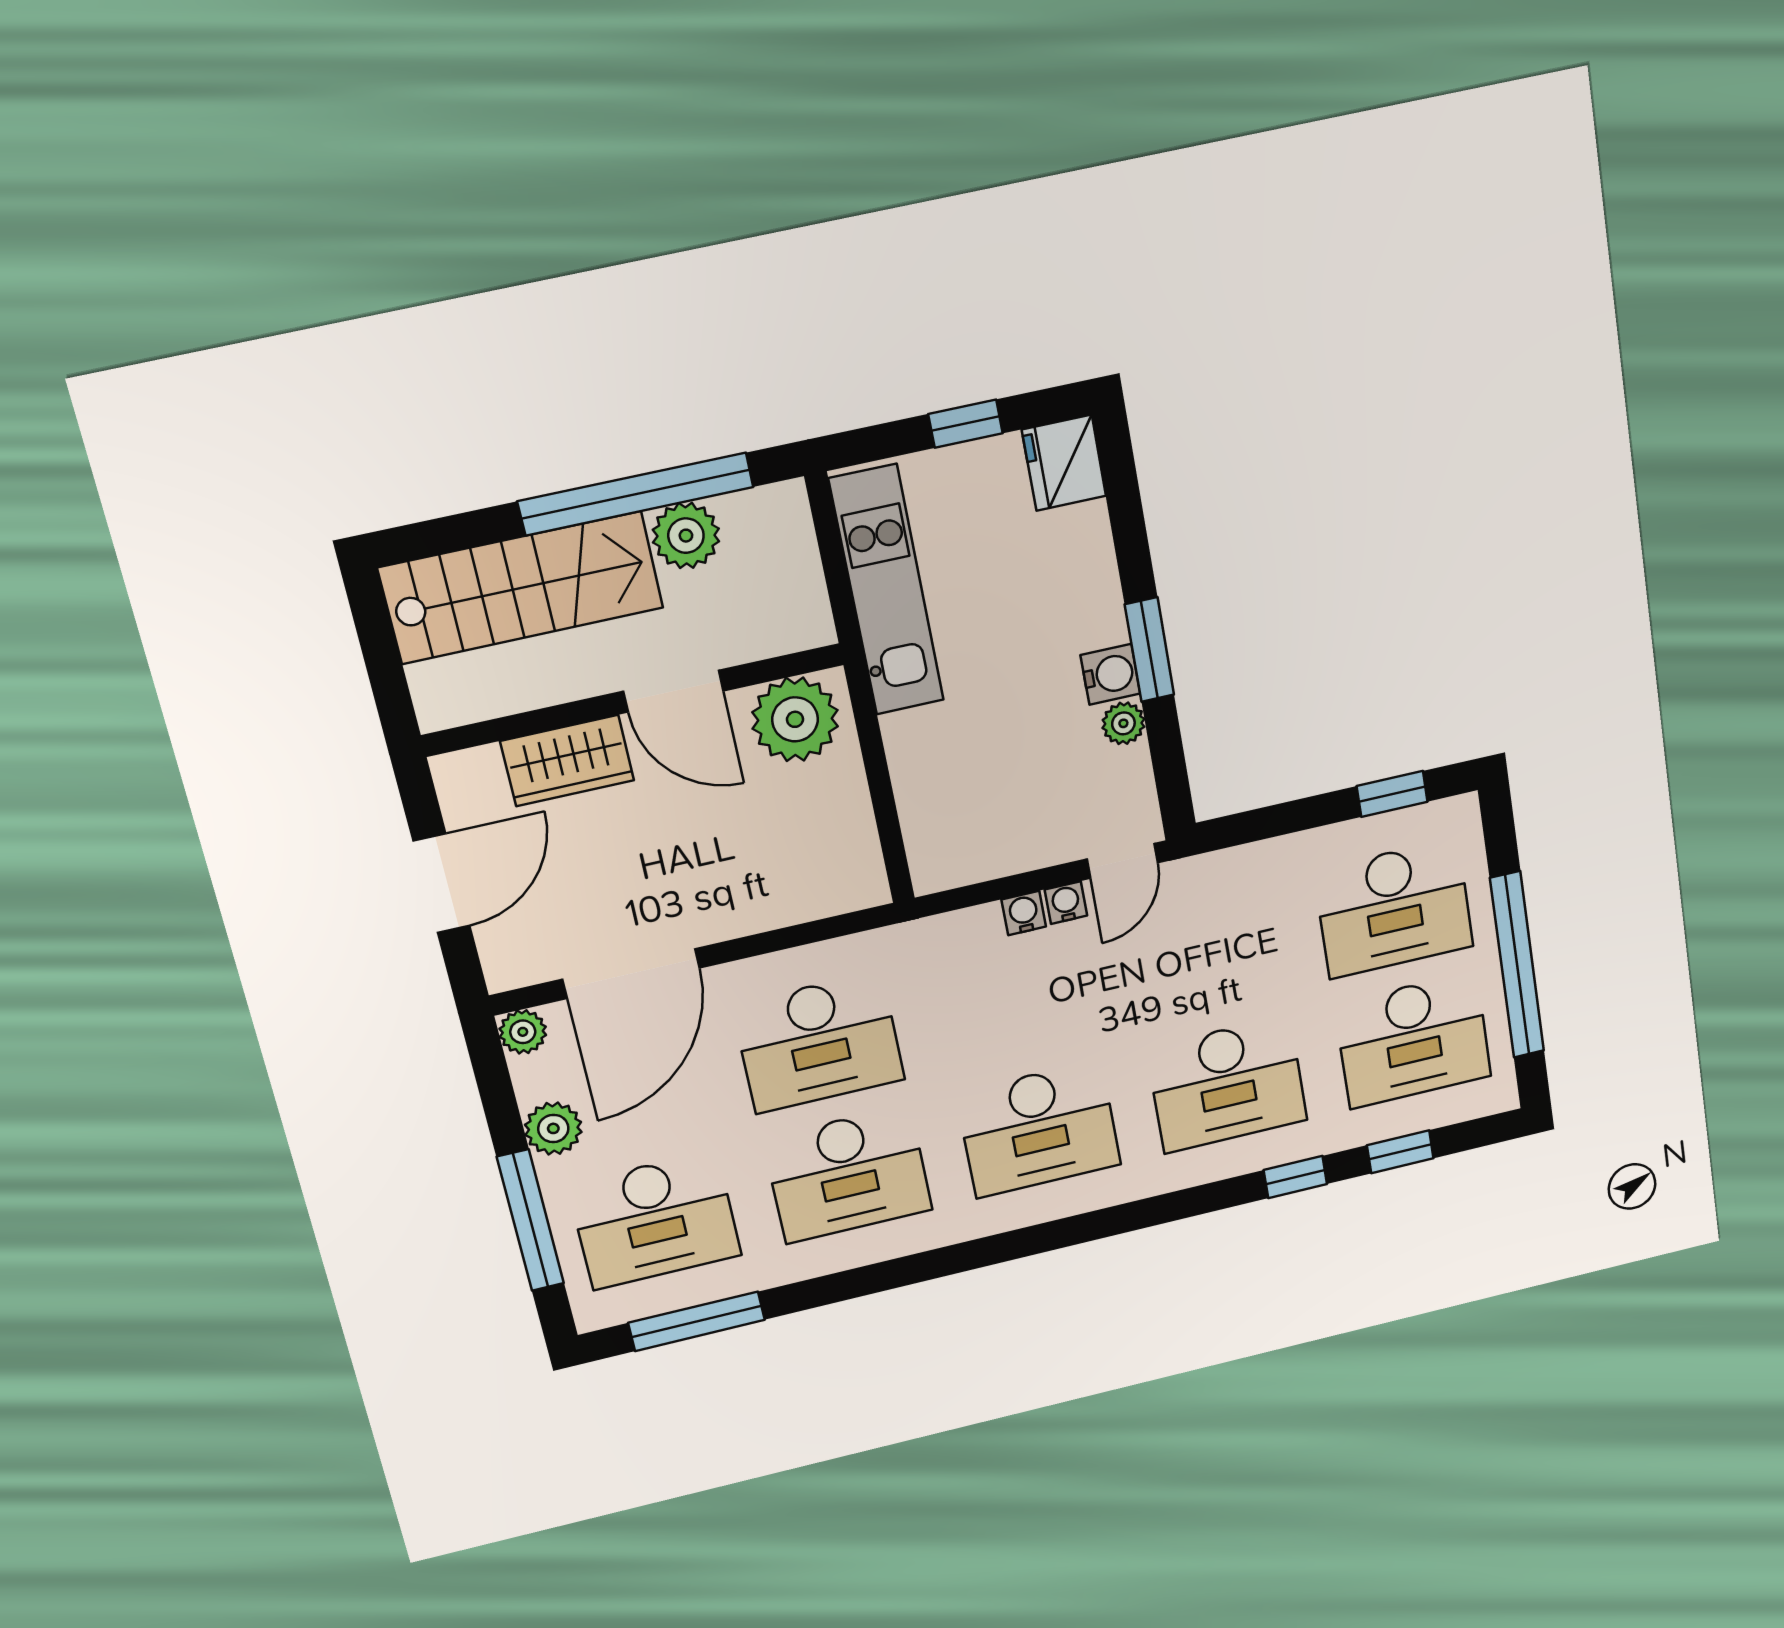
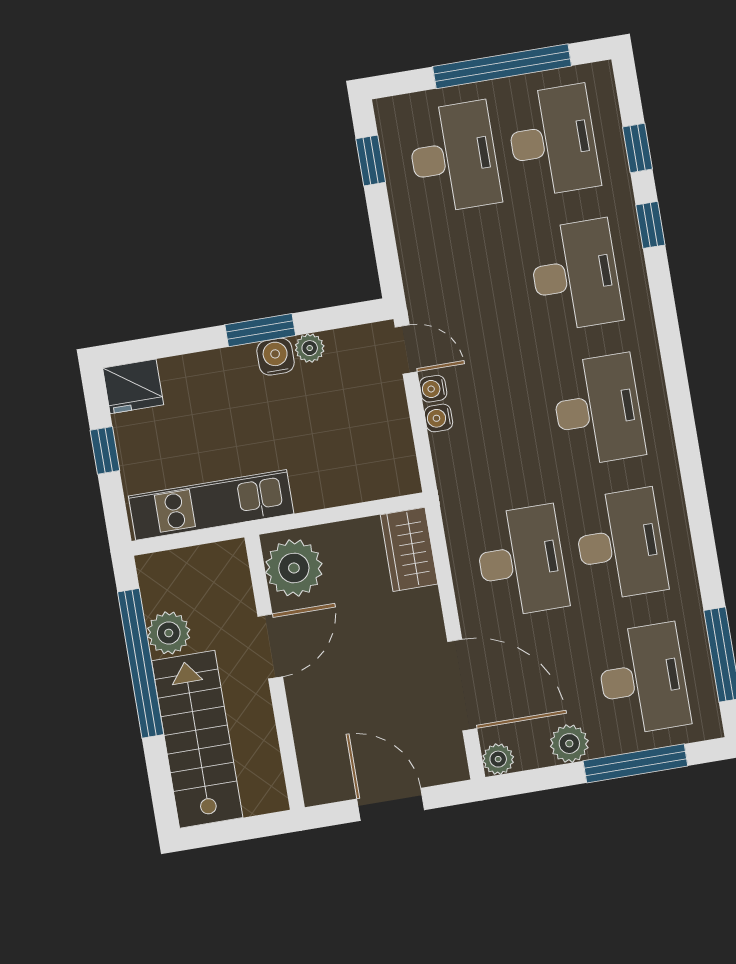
wardrobe: (567, 761) -> (409, 549), moved, turned 180

